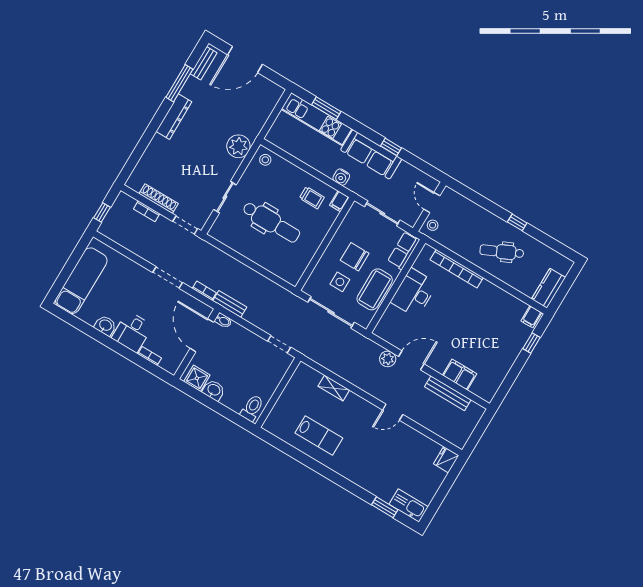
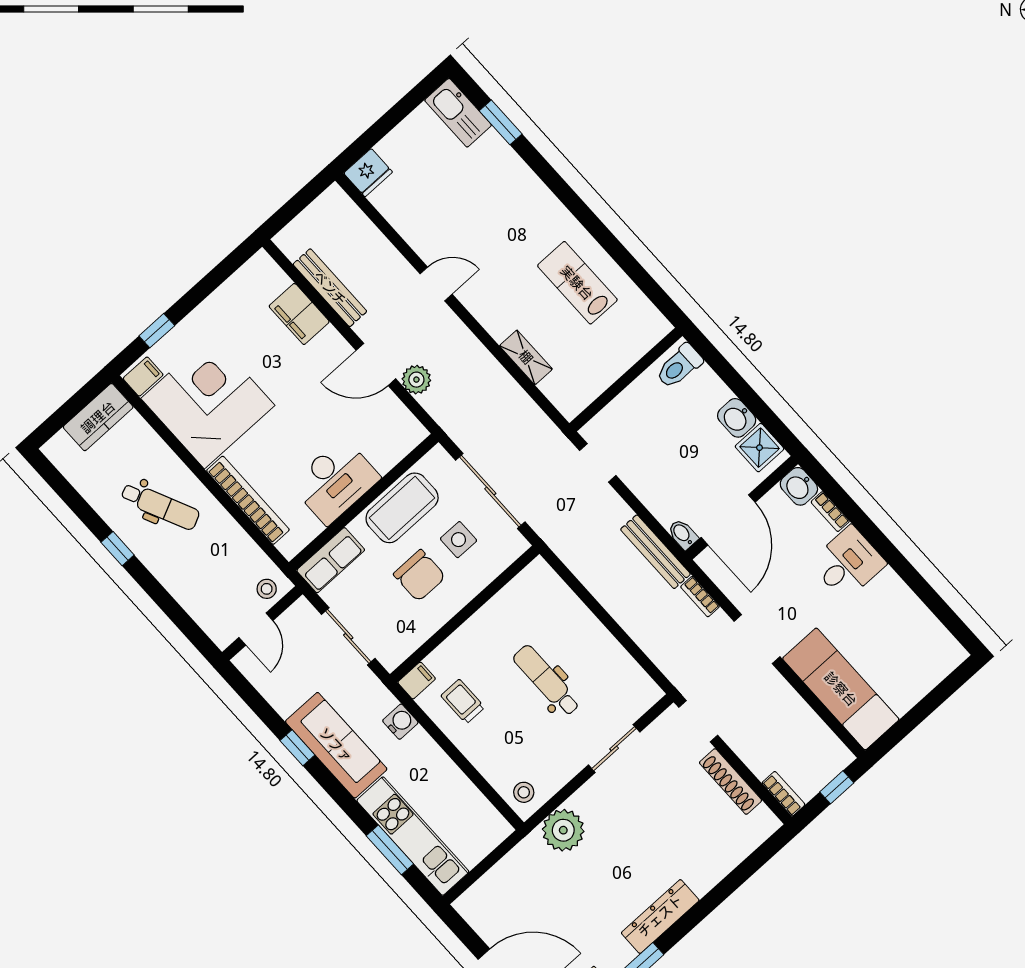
bookcase: (147, 211) -> (783, 794), moved
dental chair: (271, 222) -> (547, 681), width x0.73, depth x0.72
exam couch: (81, 281) -> (841, 689), moved, turned 90
bench: (230, 304) -> (655, 552), width x1.36
corner desk: (493, 314) -> (208, 402), added
washbasin: (105, 326) -> (799, 486), moved

